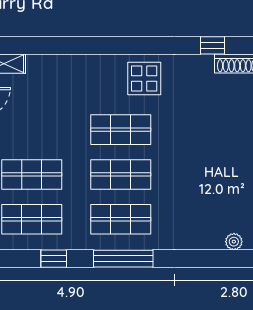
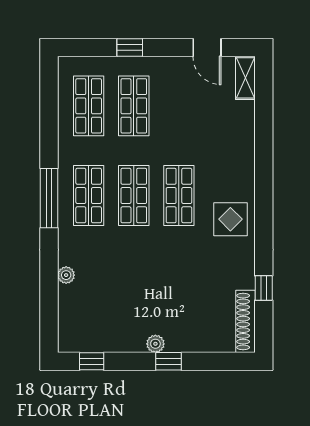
plant: (234, 242) -> (66, 275), moved
window: (54, 259) -> (49, 128), removed

